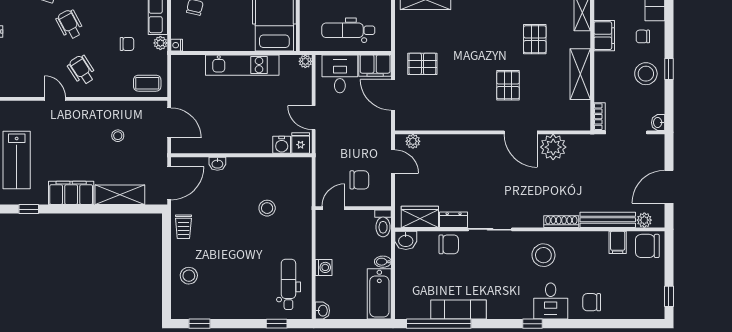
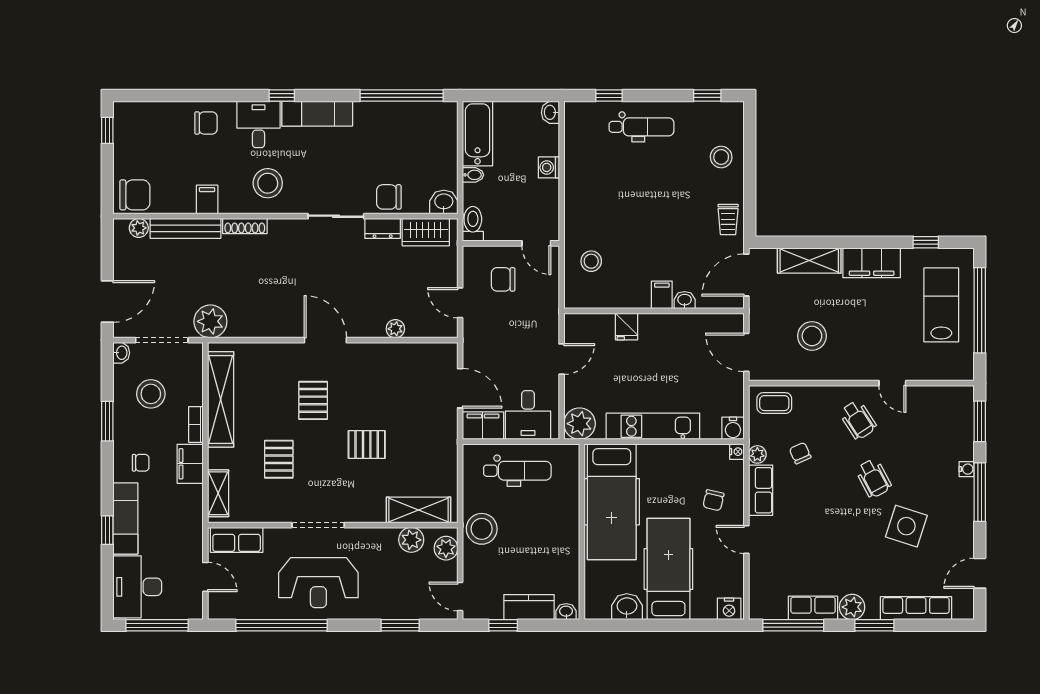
chair: (127, 44) -> (800, 453), turned 66
plant: (305, 61) -> (580, 424), width x1.88, depth x1.88
pallet: (422, 64) -> (367, 445), moved
window: (669, 69) -> (107, 421), width x1.50
shelving: (580, 74) -> (221, 399), width x1.47
stool: (646, 74) -> (151, 394), moved
bookcase: (600, 117) -> (196, 425), moved
door: (314, 118) -> (562, 359), hinge flipped
door: (521, 132) -> (325, 340), moved
stool: (118, 136) -> (812, 336), width x1.89, depth x1.89
plant: (413, 141) -> (395, 329), moved
fridge: (301, 143) -> (627, 326), moved
water cooler: (282, 145) -> (733, 428), moved, turned 180
plant: (553, 147) -> (210, 321), moved
filing cabinet: (235, 168) -> (662, 295), added
door: (669, 187) -> (107, 302), moved
stool: (267, 208) -> (591, 261), moved
door: (333, 208) -> (536, 243), hinge flipped
trolley: (183, 227) -> (728, 220), turned 180
filing cabinet: (618, 242) -> (207, 200), moved
dental chair: (288, 284) -> (641, 127), moved, turned -90
exam couch: (458, 310) -> (317, 114), moved

